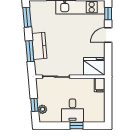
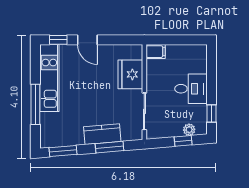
fridge: (94, 66) -> (130, 74), moved
window: (76, 126) -> (211, 114), moved

